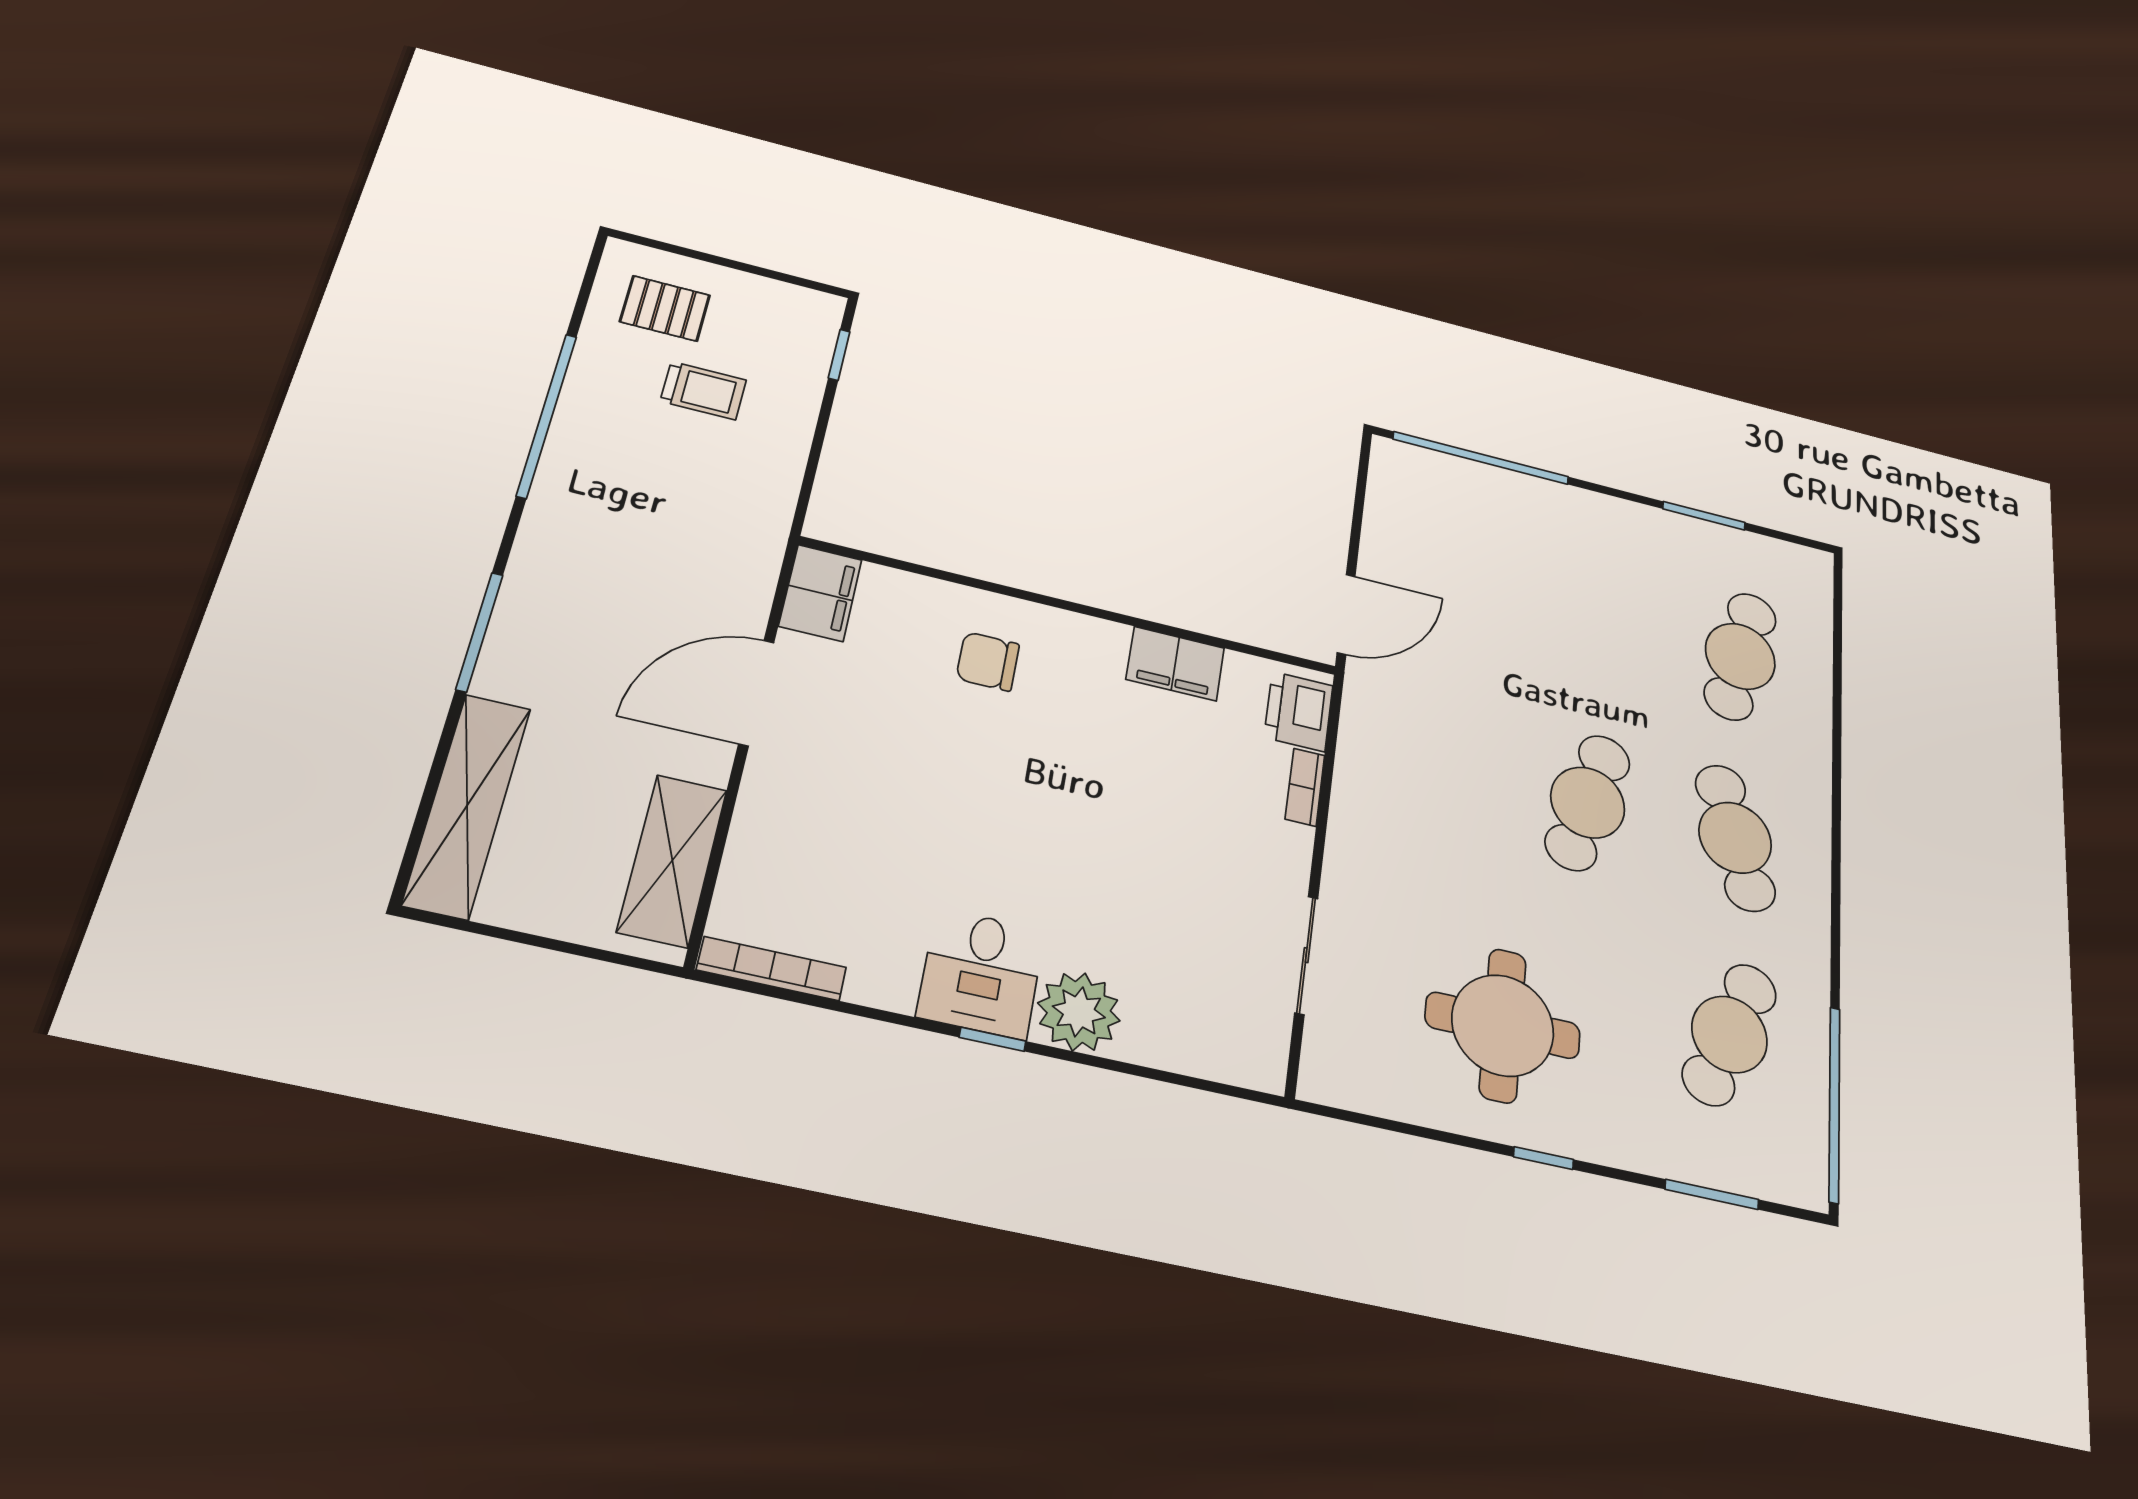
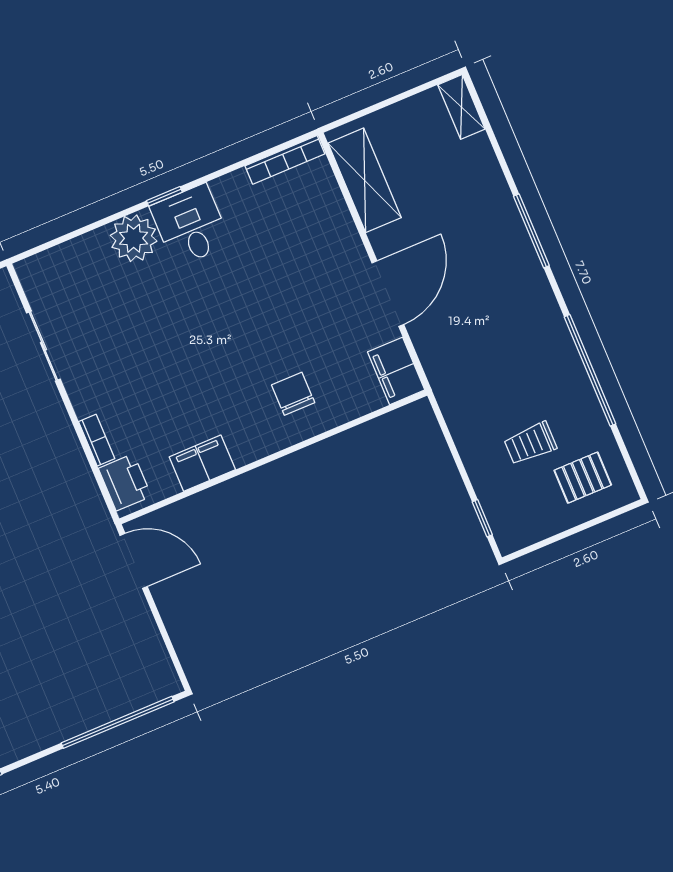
door: (1346, 614) -> (134, 561), swing flipped
chair: (988, 661) -> (293, 394), turned -90
shelving: (467, 805) -> (461, 107), width x0.45, depth x0.75

